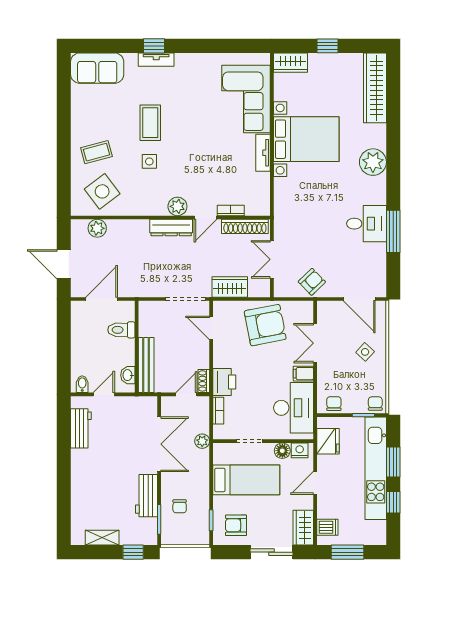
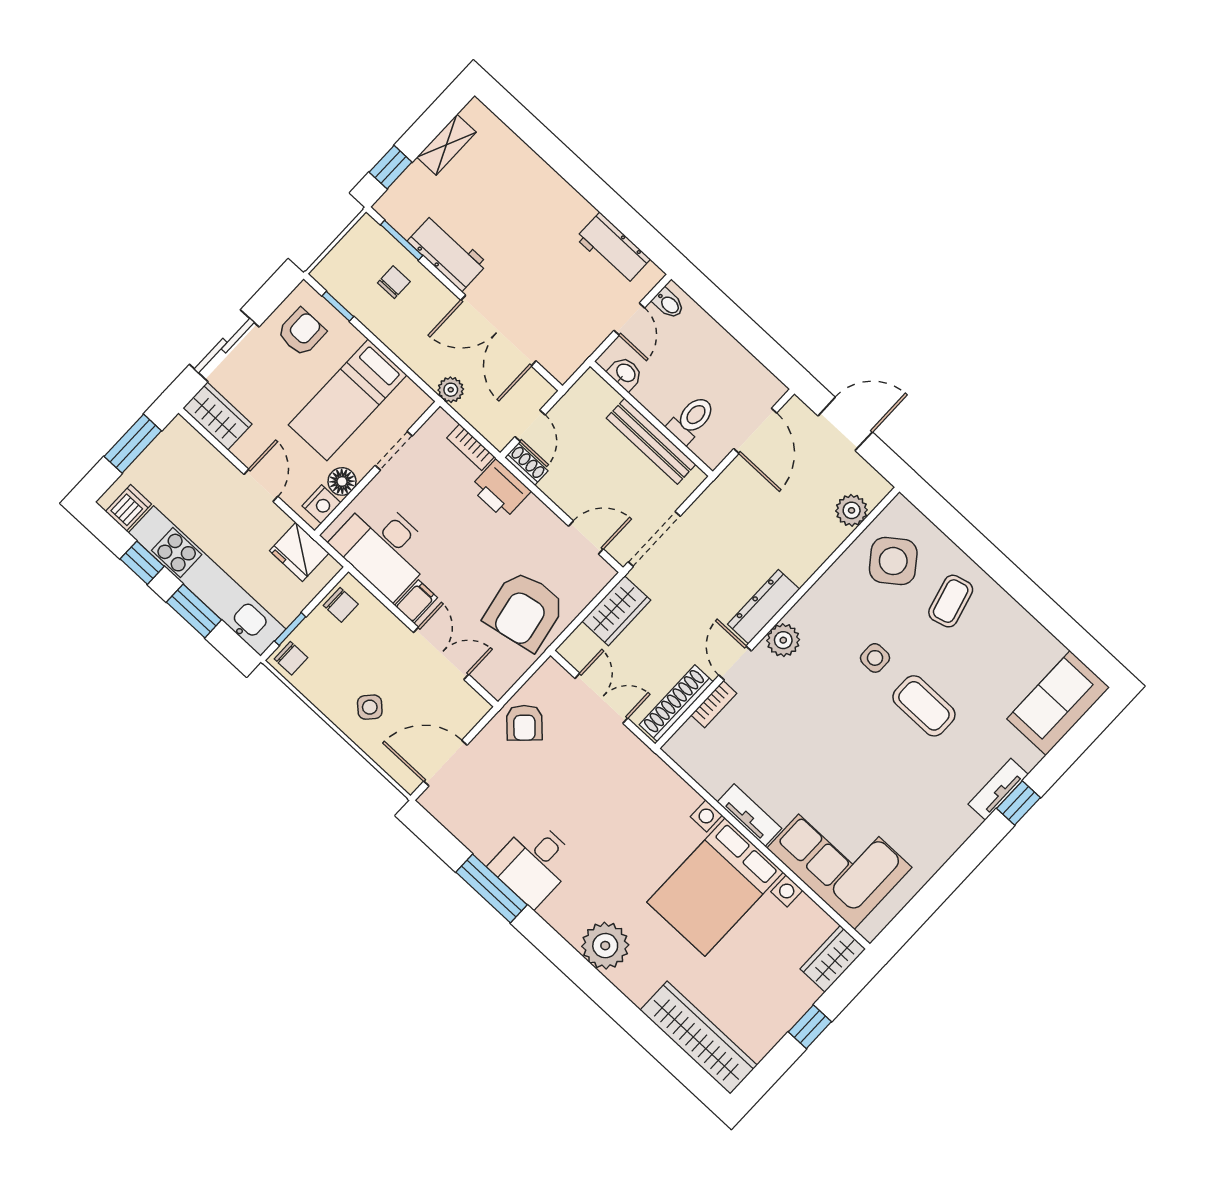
bench: (146, 365) -> (651, 441), moved
chair: (180, 506) -> (394, 282), turned 90
dishwasher: (327, 527) -> (128, 508), moved, turned 180

